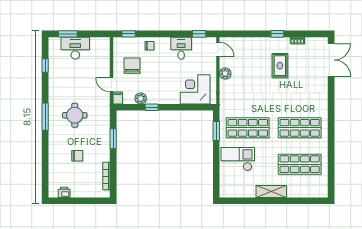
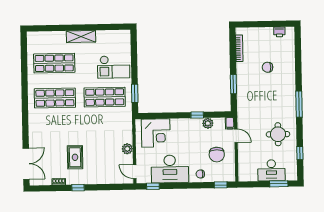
desk: (181, 48) -> (170, 169), width x1.87, depth x1.30
double door: (331, 60) -> (26, 164), swing flipped
round table: (75, 115) -> (278, 134), moved

